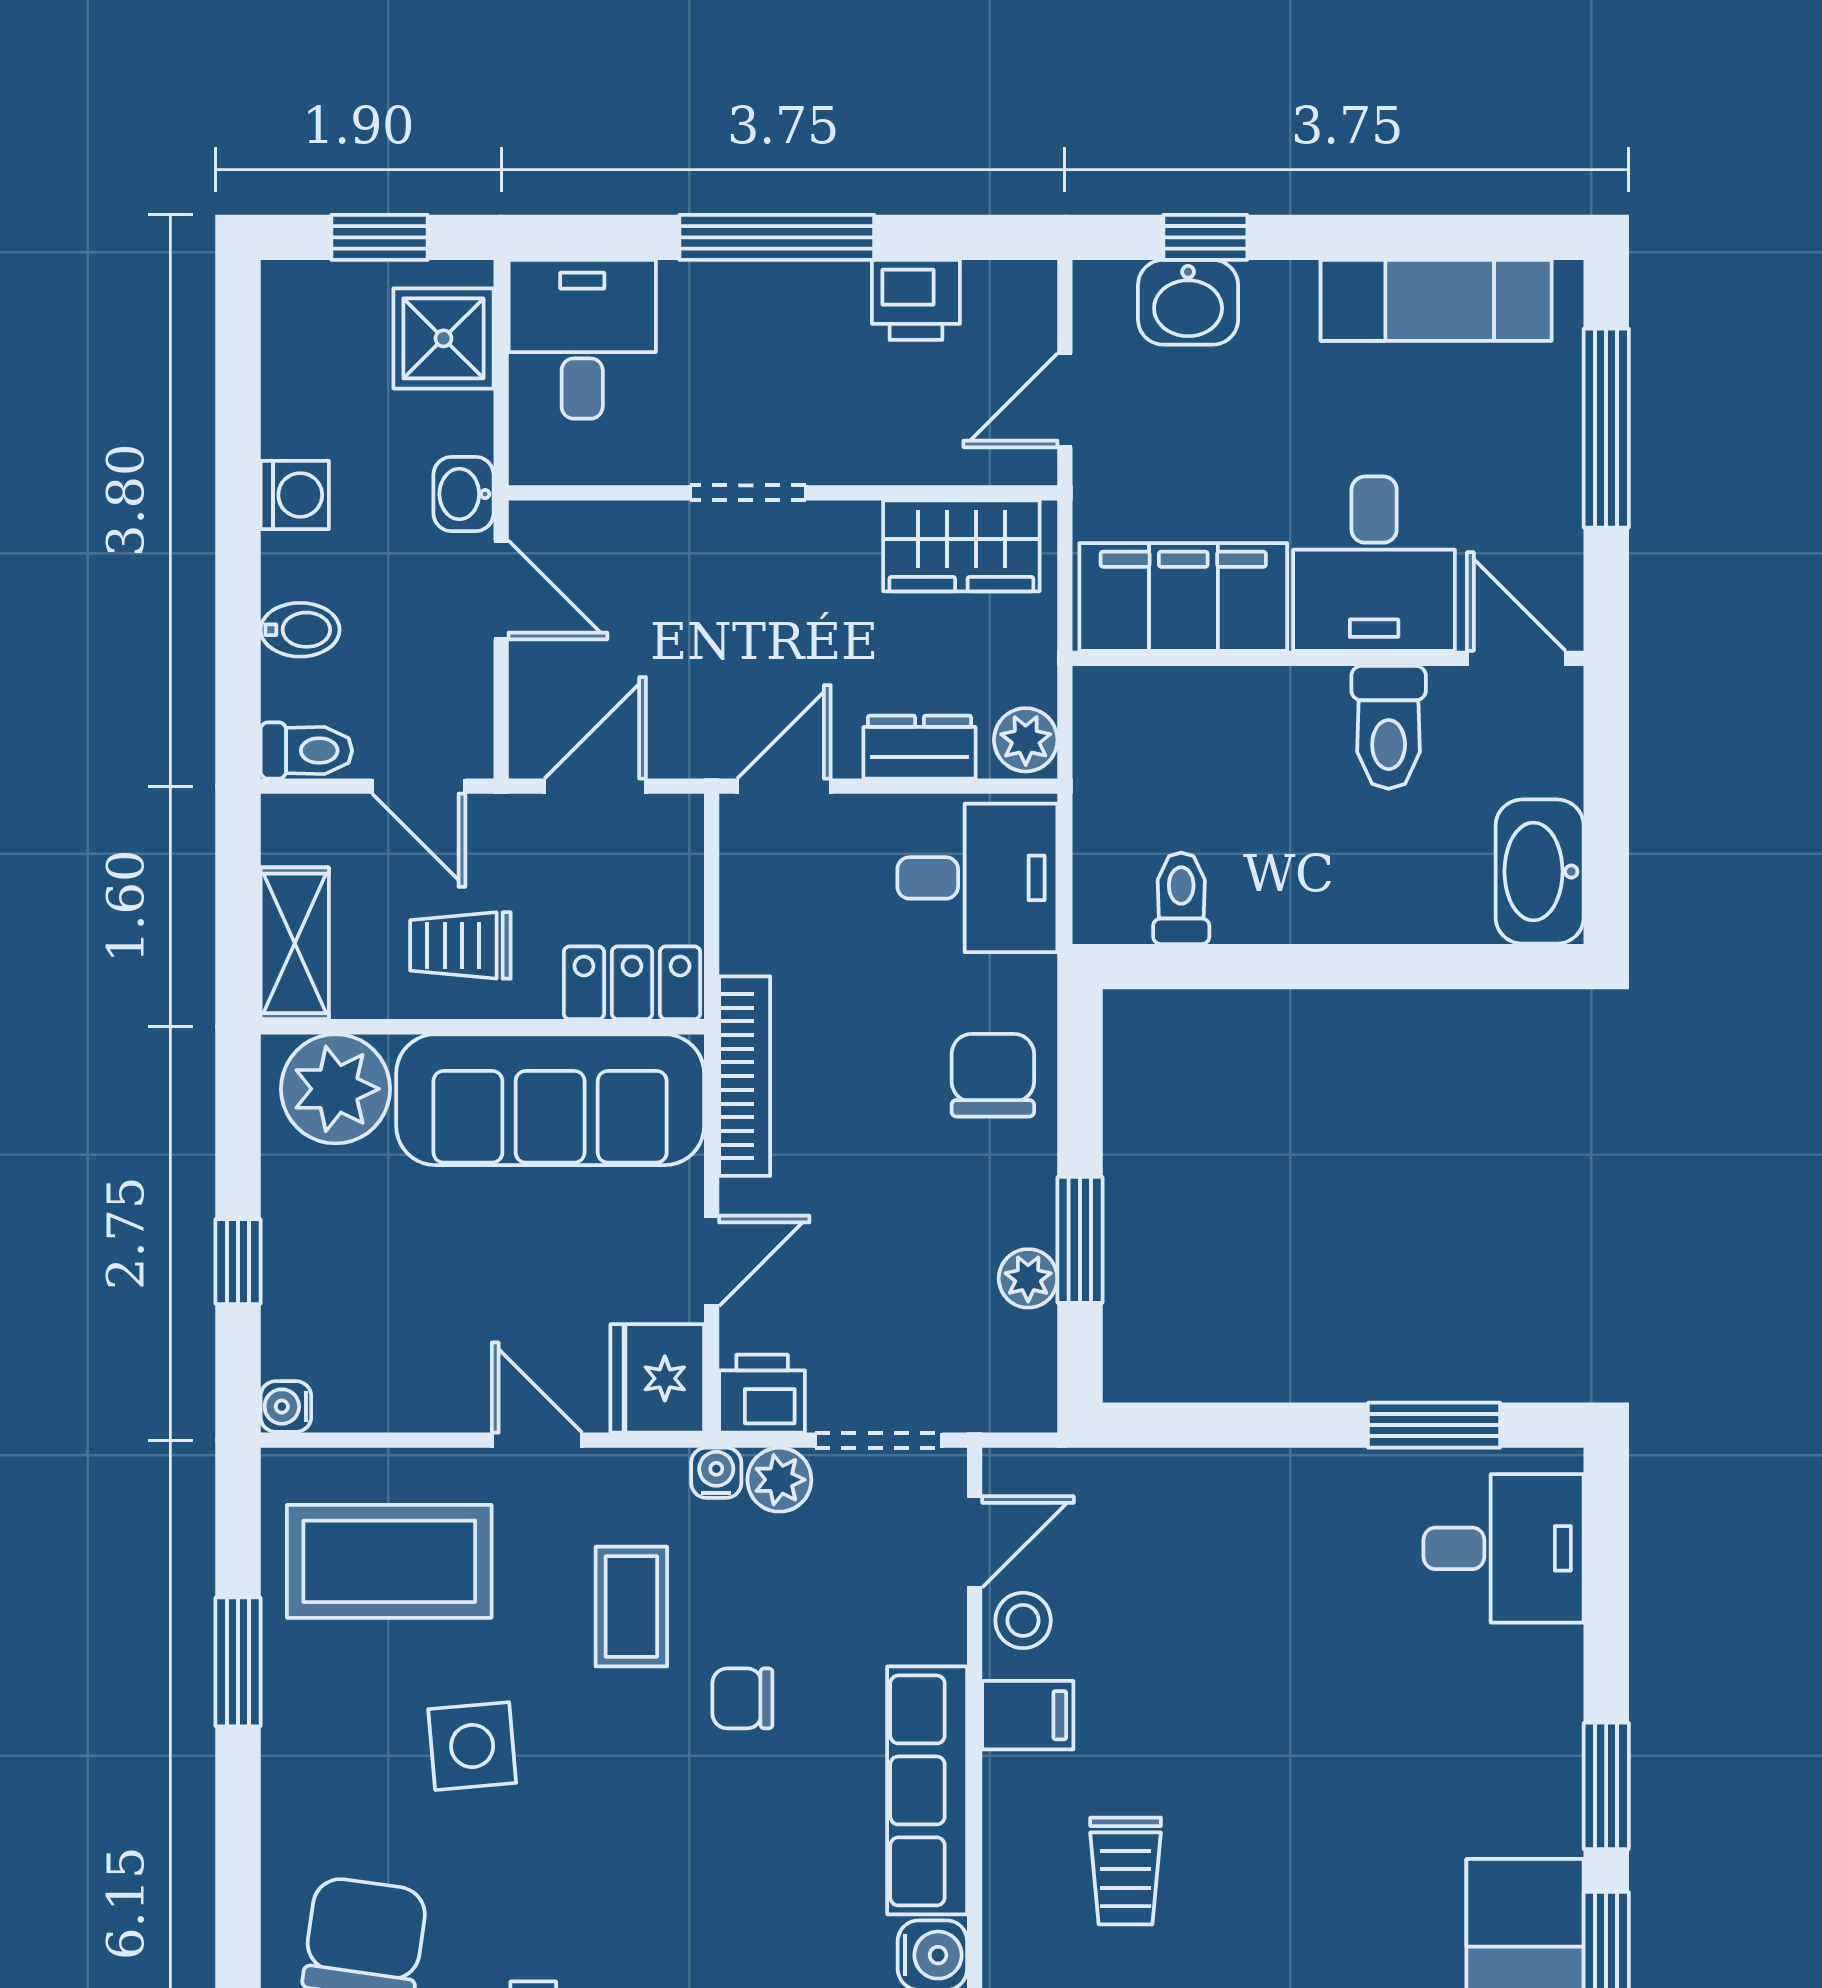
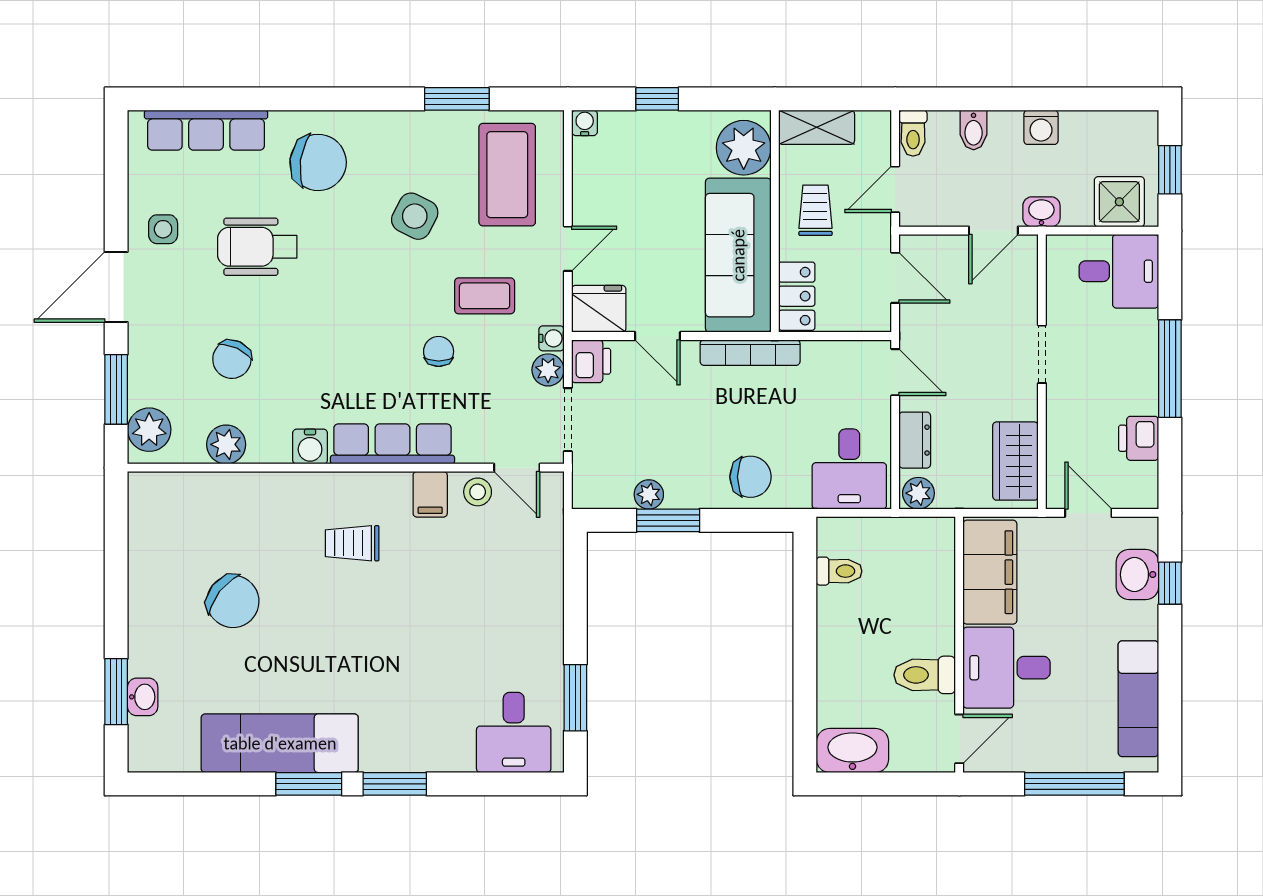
side table: (472, 1746) -> (415, 216), turned 32

